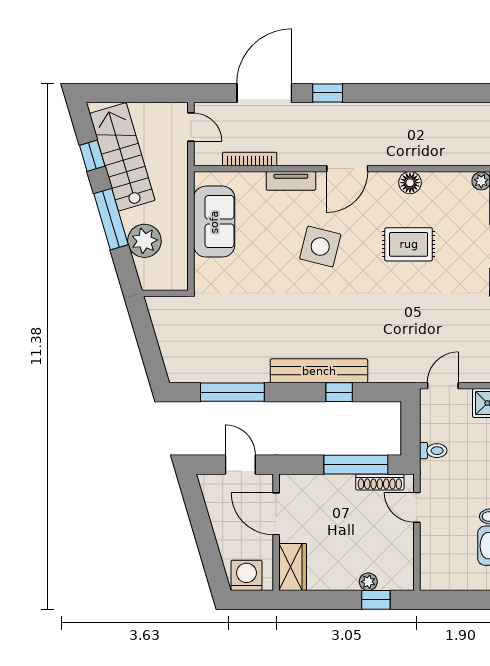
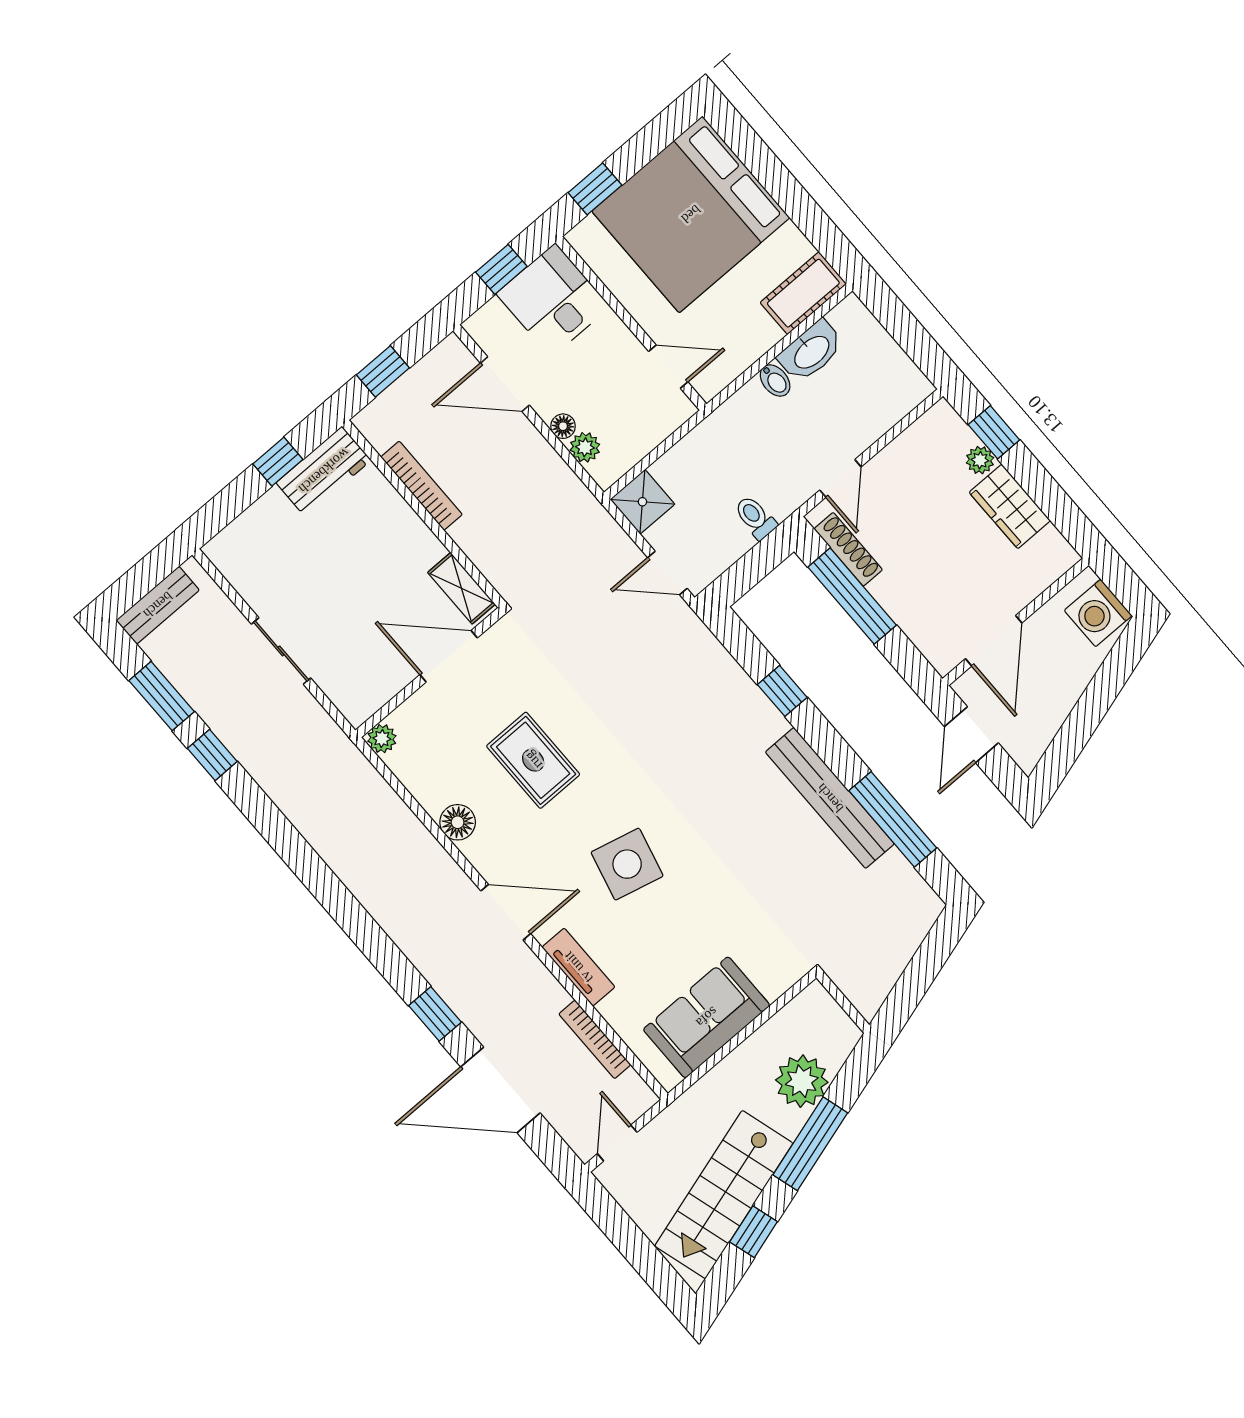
bench: (319, 371) -> (830, 798), moved
wardrobe: (293, 567) -> (1010, 506), moved, turned -90

